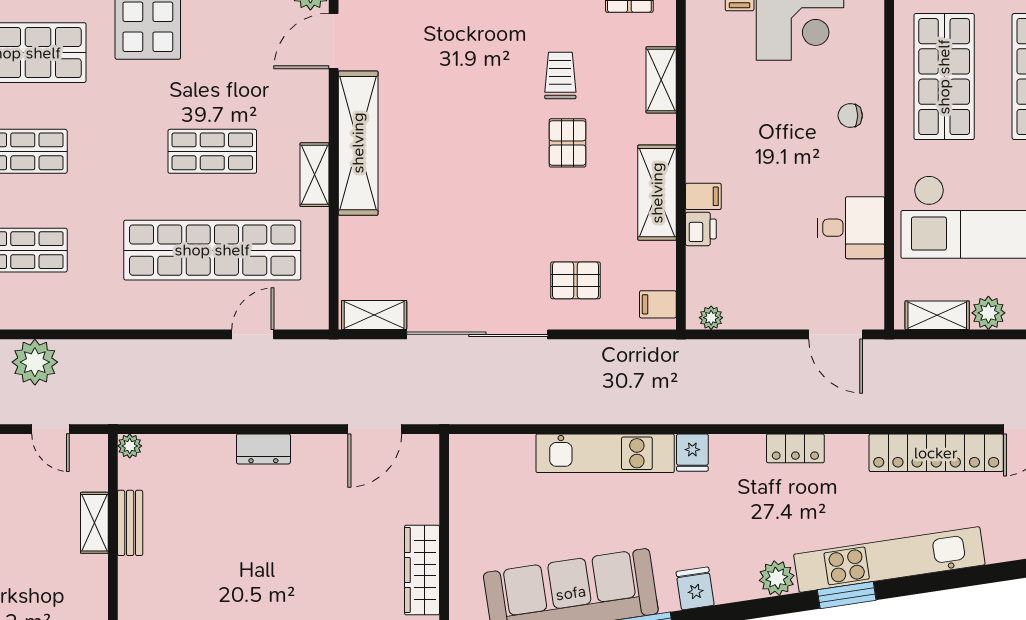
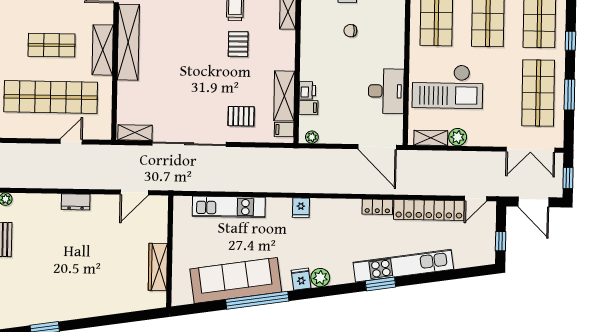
chair: (850, 116) -> (350, 31), moved
shelving: (315, 175) -> (103, 50), width x1.50, depth x1.33
shelving: (657, 193) -> (284, 96), moved
filing cabinet: (703, 196) -> (308, 108), moved
desk: (851, 228) -> (386, 91), width x1.37
door: (836, 334) -> (377, 147), width x1.36
locker: (795, 448) -> (377, 207), moved
kitchen unit: (605, 453) -> (229, 207), moved
plant: (777, 578) -> (320, 278), moved

